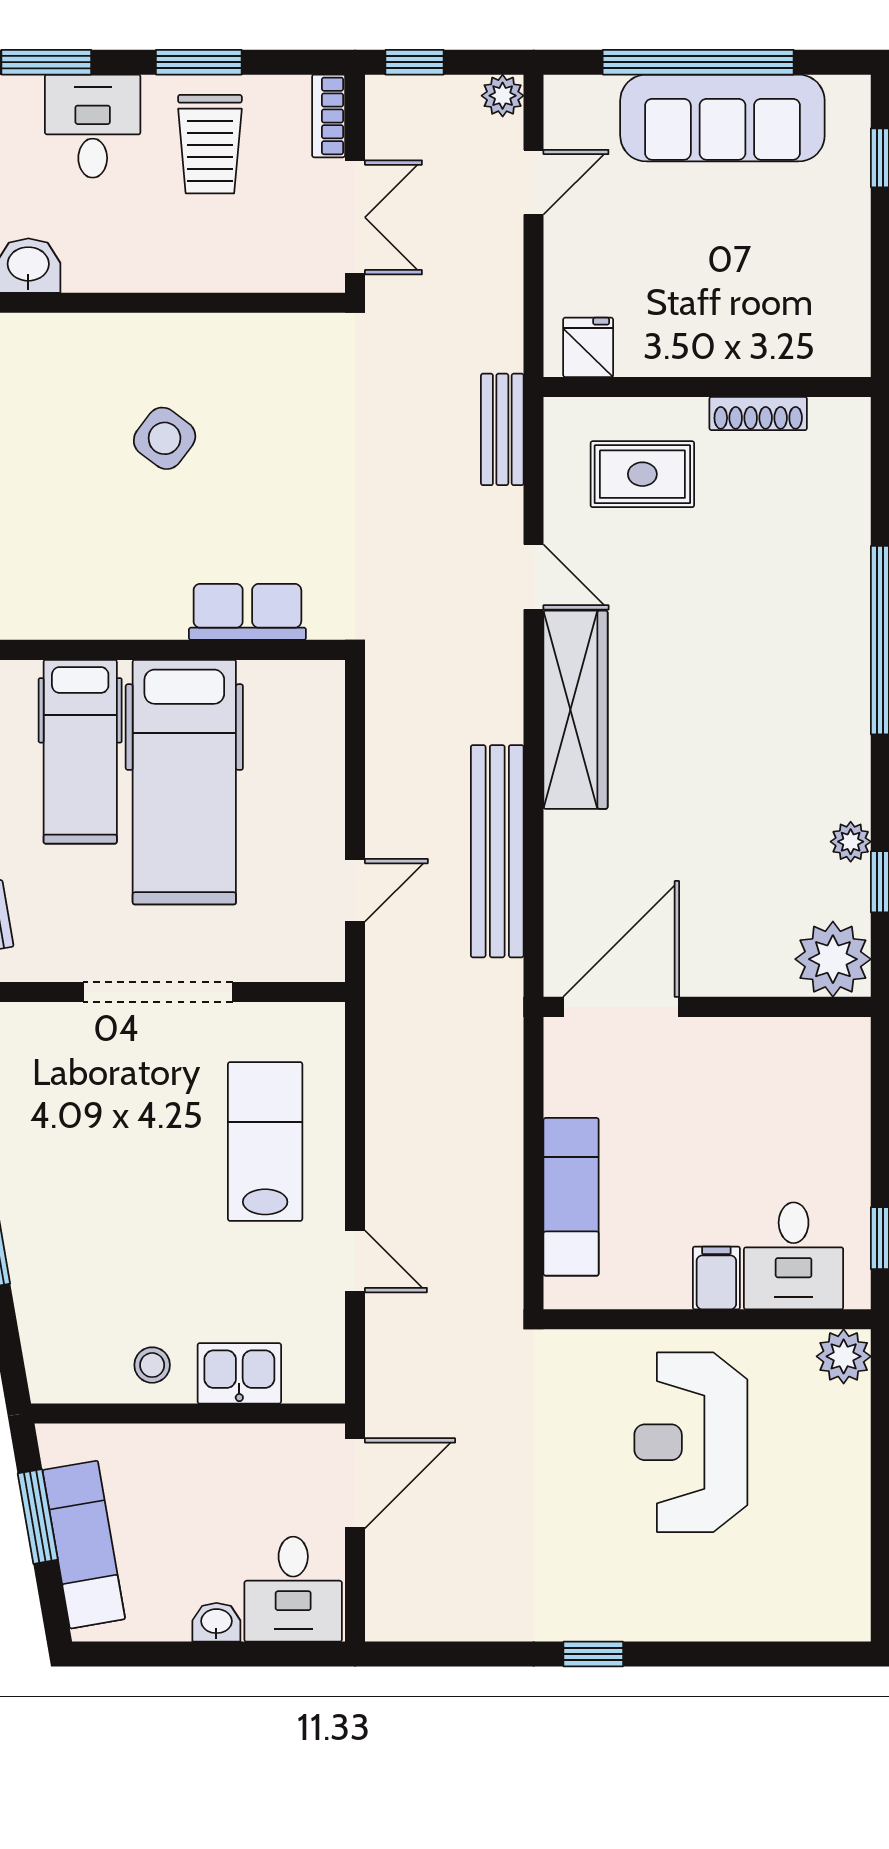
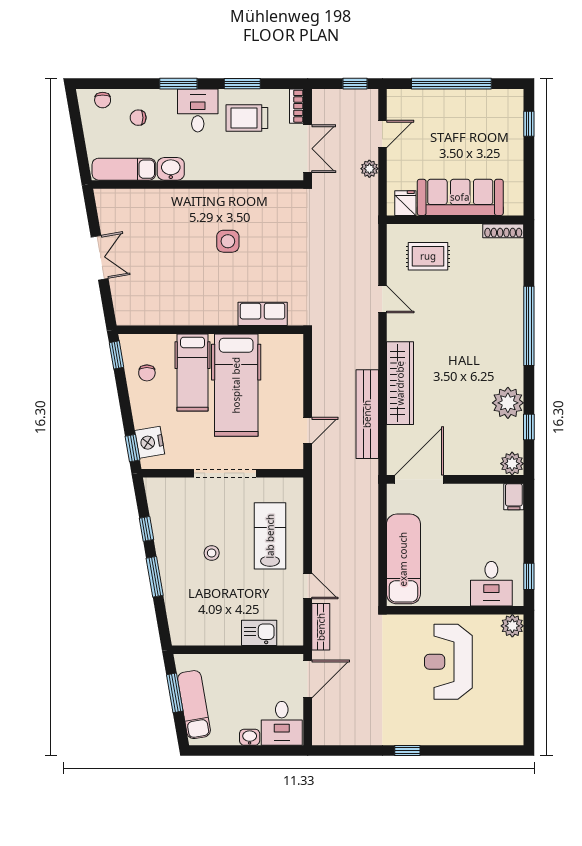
window: (415, 62) -> (355, 84), moved
plant: (503, 96) -> (369, 169), moved
sofa: (722, 118) -> (460, 197), moved, turned 180
trolley: (210, 144) -> (247, 118), turned 90
shoe rack: (758, 414) -> (503, 231), moved
bench: (502, 429) -> (321, 627), moved
side table: (165, 438) -> (228, 241), turned -37
wardrobe: (576, 710) -> (400, 383), moved
plant: (851, 842) -> (508, 403), width x1.88, depth x1.88
plant: (833, 959) -> (512, 464), width x0.73, depth x0.73
exam couch: (571, 1197) -> (403, 559), width x1.36, depth x1.45
filing cabinet: (716, 1278) -> (514, 497), moved, turned 180
stool: (152, 1365) -> (212, 553), moved

